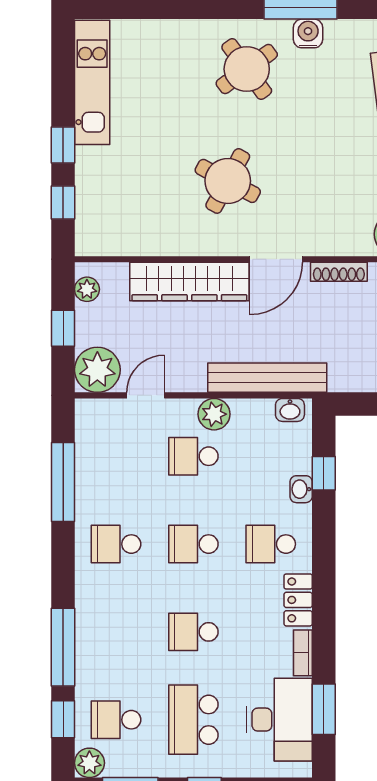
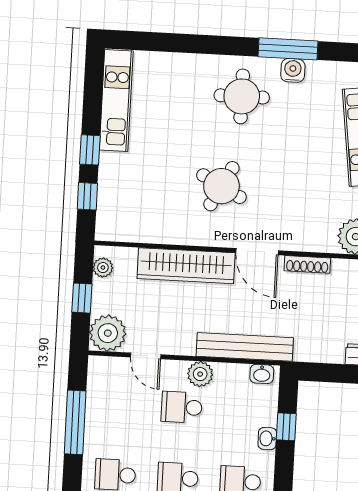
round table: (247, 69) -> (242, 96), turned 36
door: (276, 259) -> (257, 252), hinge flipped
door: (146, 395) -> (146, 356), swing flipped

